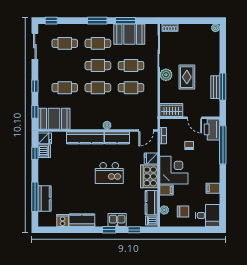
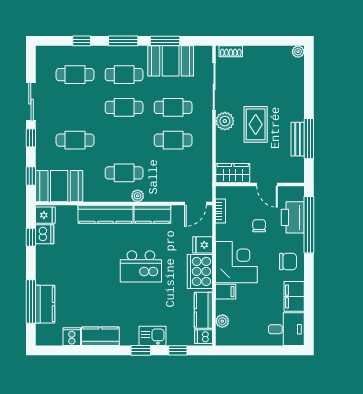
window: (51, 21) -> (82, 41), moved
sliding door: (35, 46) -> (31, 102), moved
cafe table: (98, 88) -> (124, 173), moved
printer: (212, 129) -> (293, 217), moved
filing cabinet: (213, 188) -> (294, 296), width x2.00
chair: (183, 212) -> (288, 262), moved

